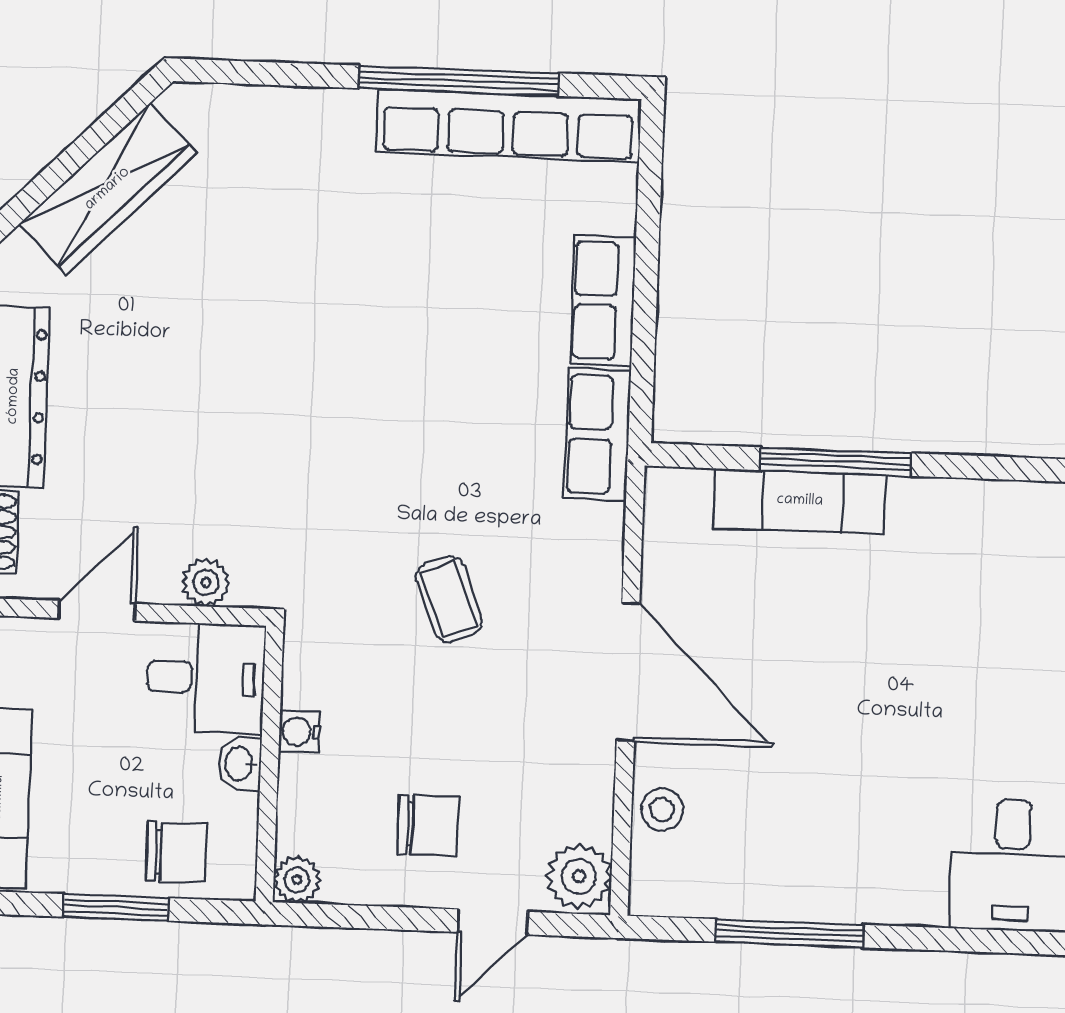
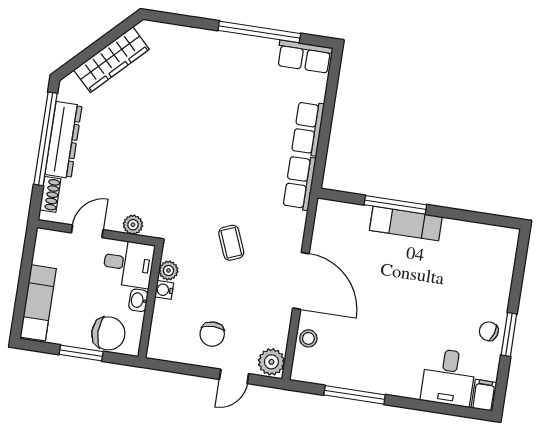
row of seats: (508, 125) -> (305, 57), width x0.50
exam couch: (800, 501) -> (406, 223), moved
chair: (428, 825) -> (212, 334), turned 90
chair: (176, 852) -> (108, 333), width x1.37, depth x1.37
plant: (297, 880) -> (168, 270), moved

